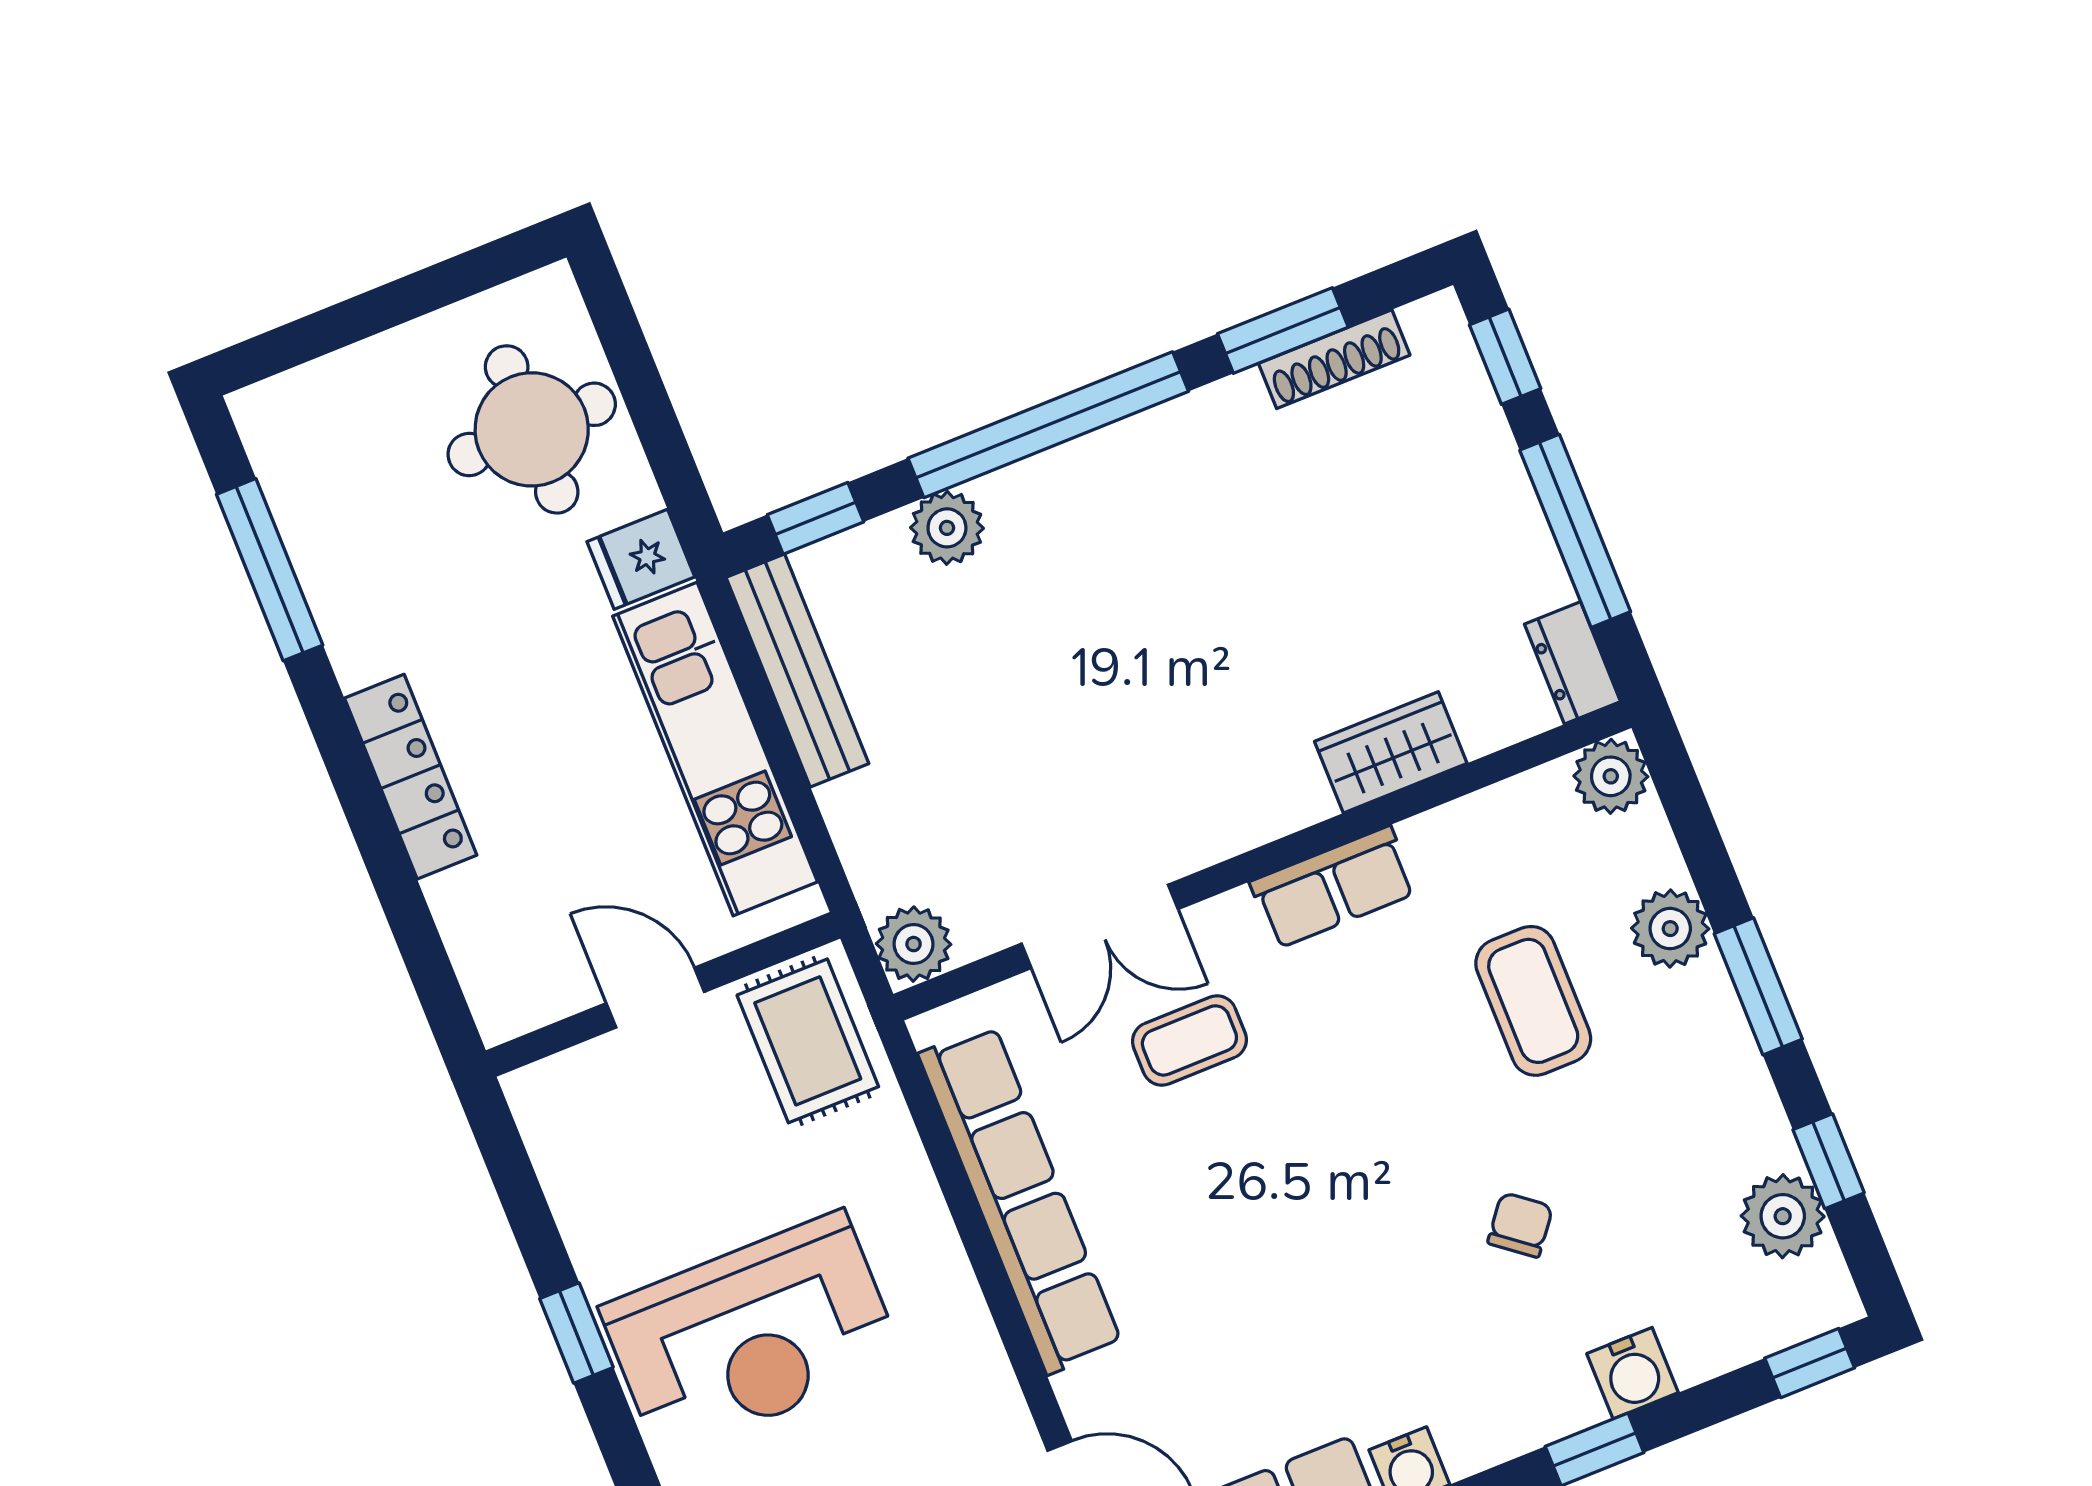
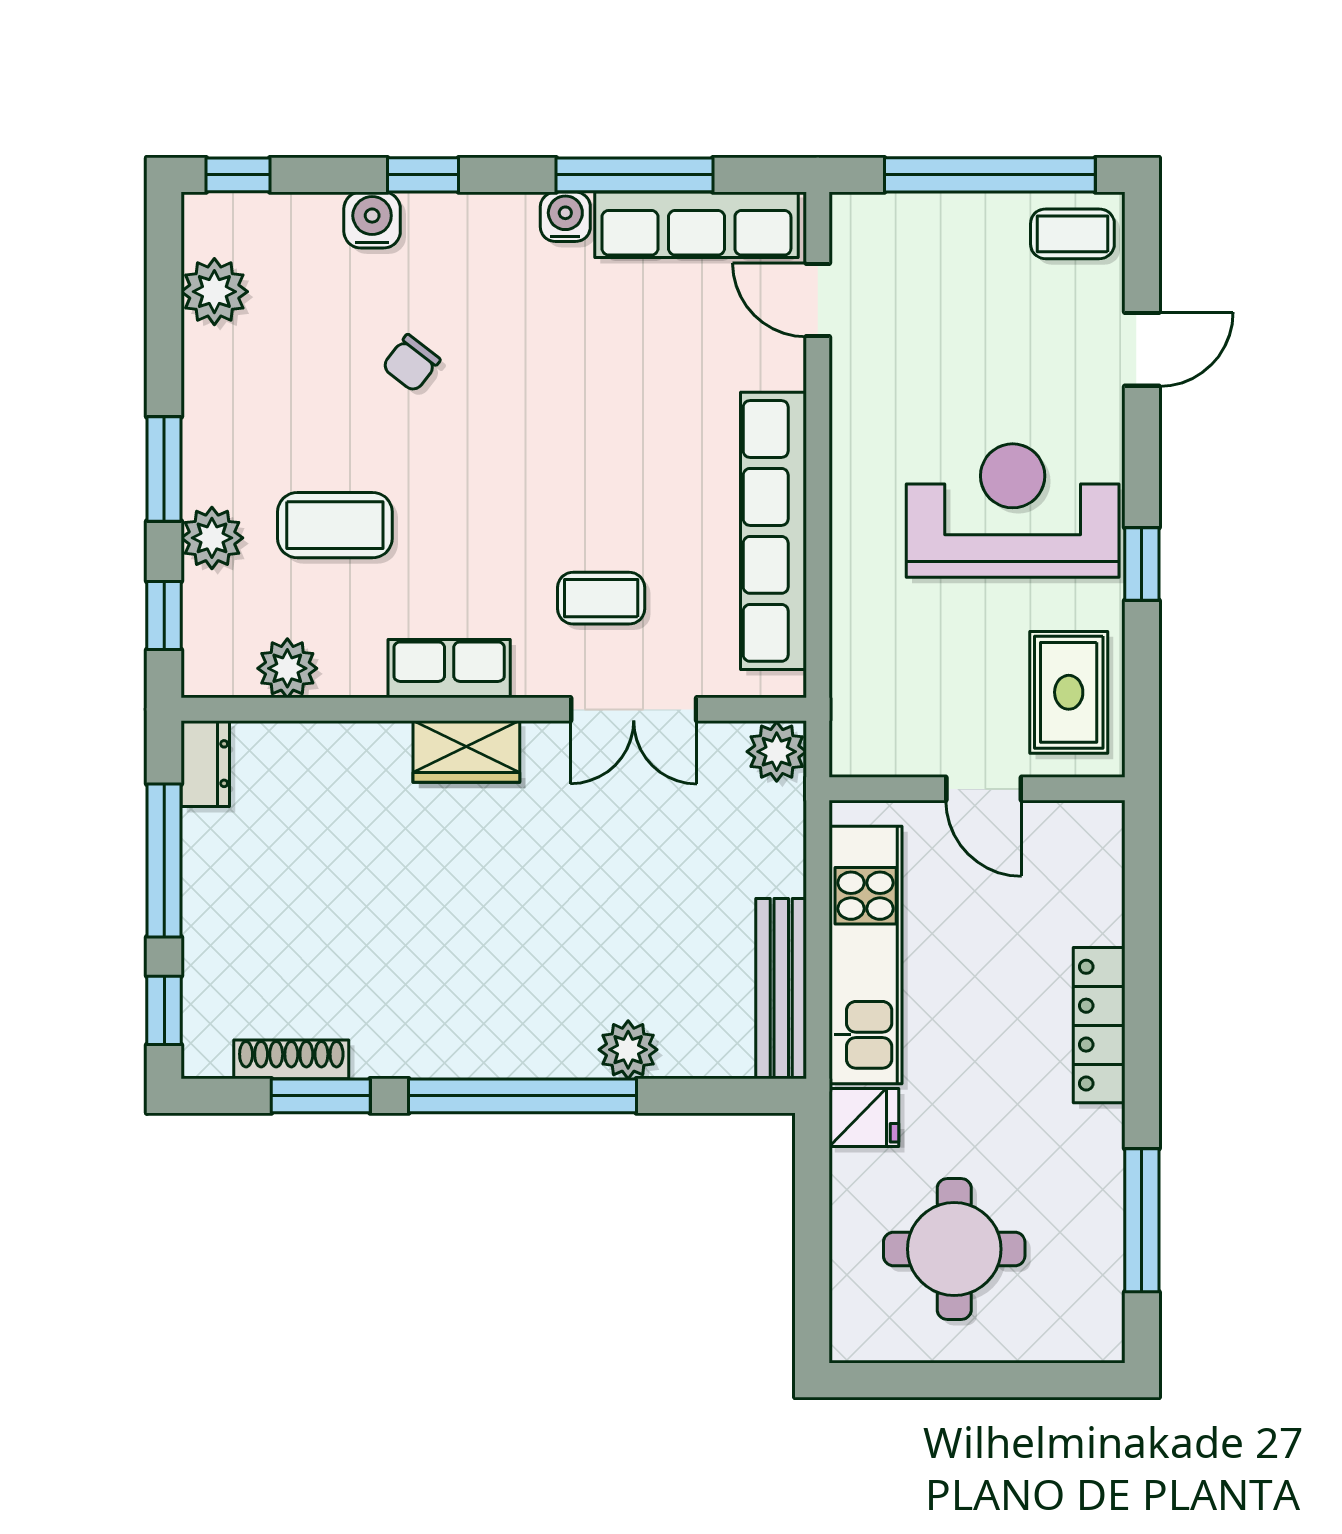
round table: (532, 429) -> (954, 1249), moved
window: (815, 518) -> (723, 1096), removed
wardrobe: (1391, 752) -> (466, 752), moved
plant: (1611, 776) -> (287, 668), moved
double door: (1100, 926) -> (634, 709), swing flipped
coffee table: (1533, 1001) -> (335, 525), turned 90
rug: (808, 1041) -> (1069, 692), moved
window: (1829, 1161) -> (164, 615), moved

